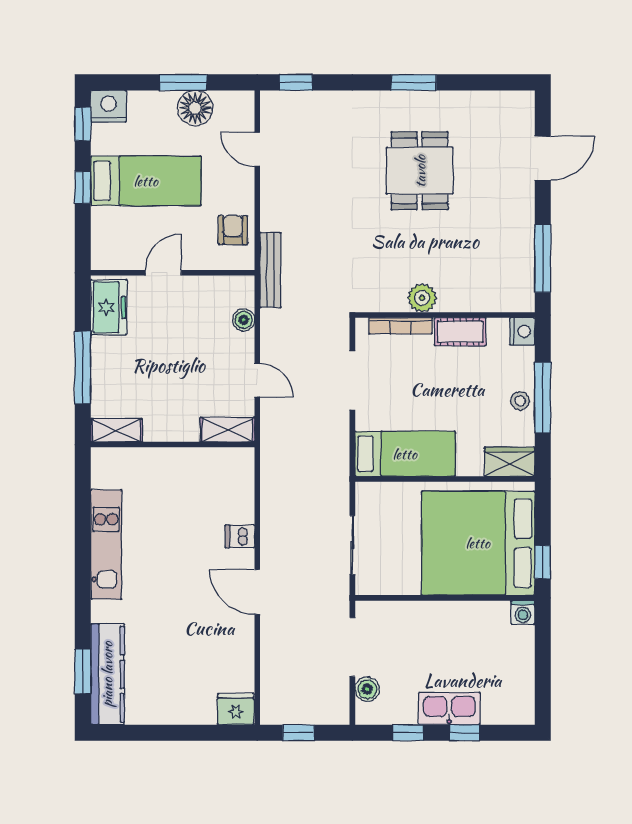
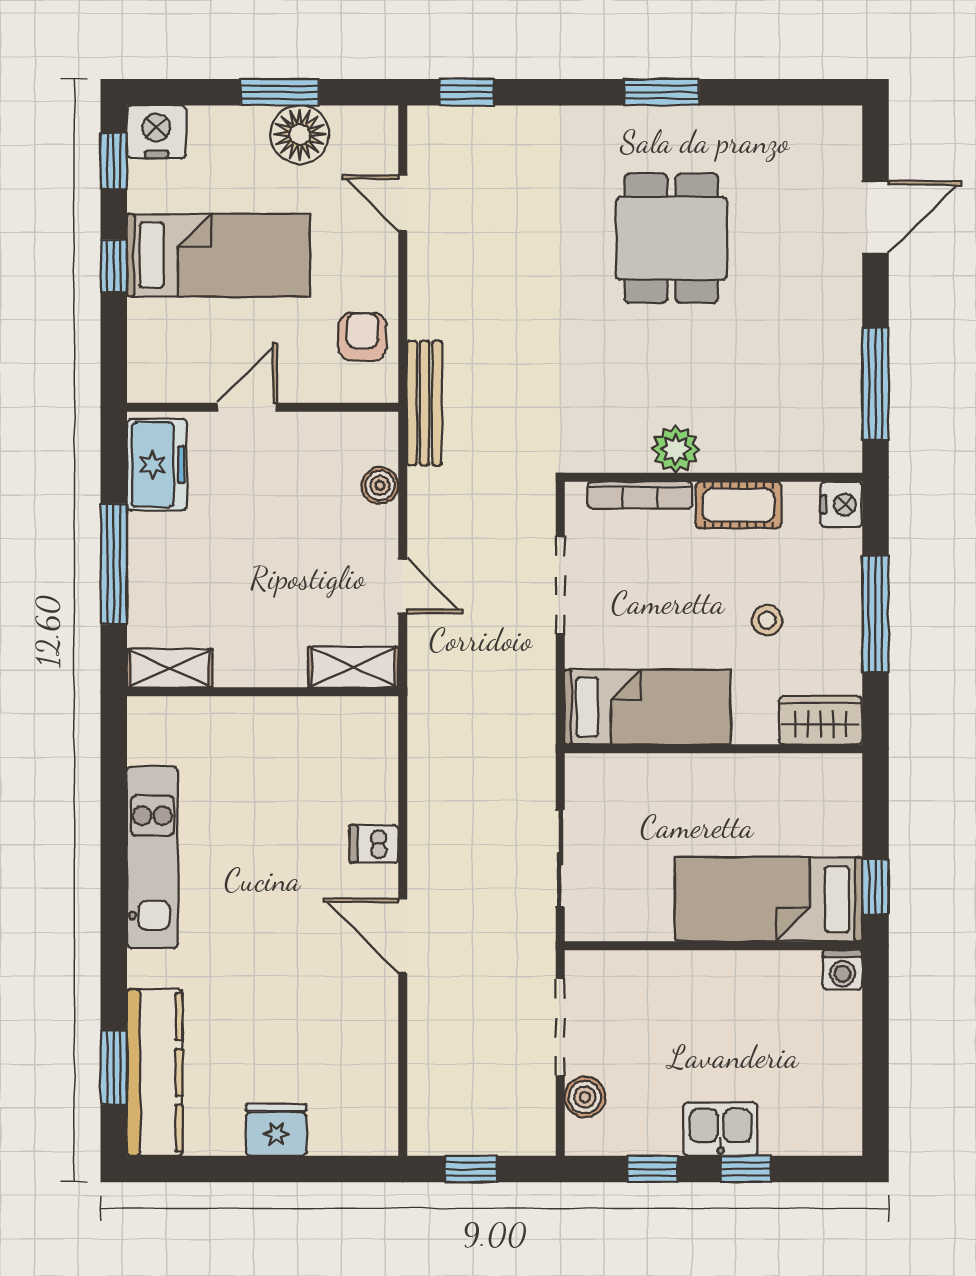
stool: (520, 401) -> (767, 620), moved
bed: (478, 543) -> (769, 899), width x0.49
fridge: (236, 709) -> (276, 1130), moved
kitchen sink: (449, 709) -> (721, 1129), width x0.73

